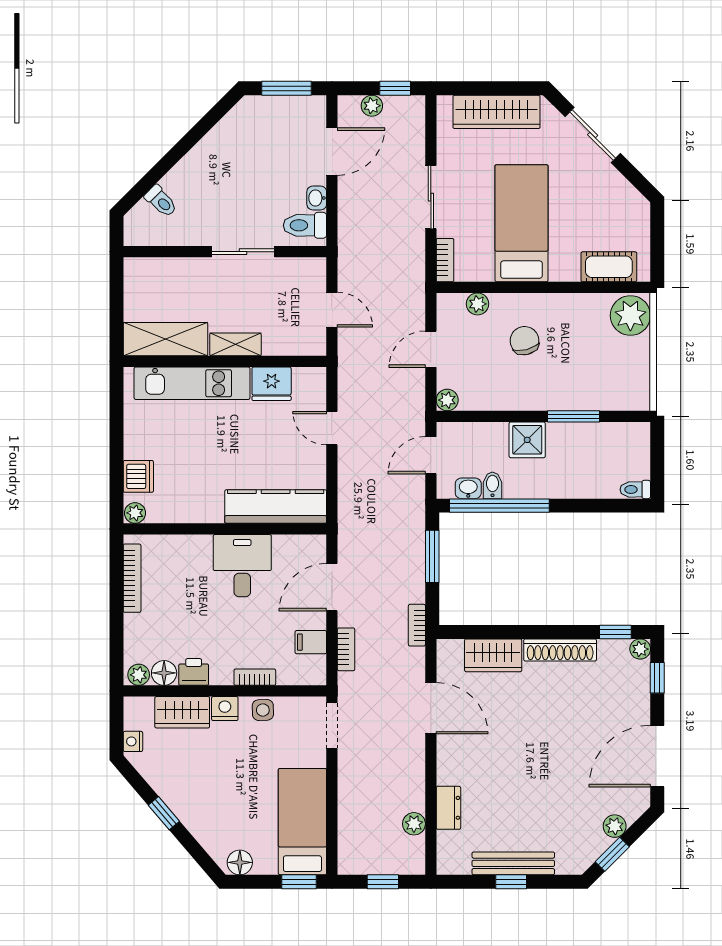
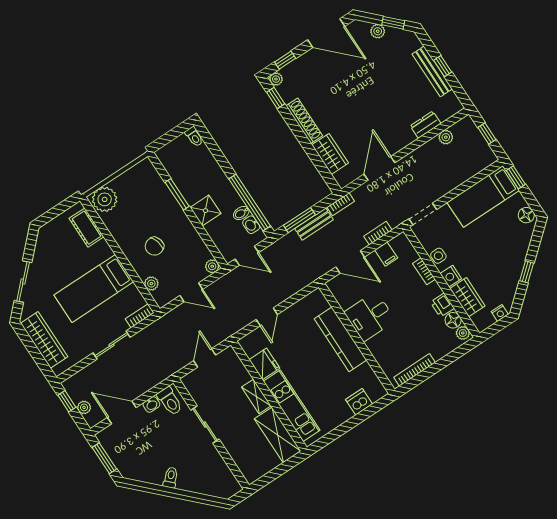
toilet: (161, 201) -> (171, 478), moved
kitchen counter: (276, 507) -> (341, 339), moved
plant: (135, 513) -> (379, 391), removed
bench: (414, 572) -> (314, 224), added

